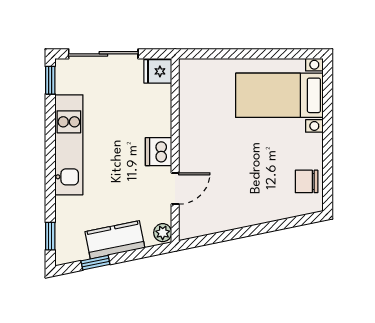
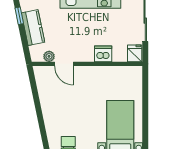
dishwasher: (159, 152) -> (103, 54), moved
plant: (163, 233) -> (49, 56), moved

